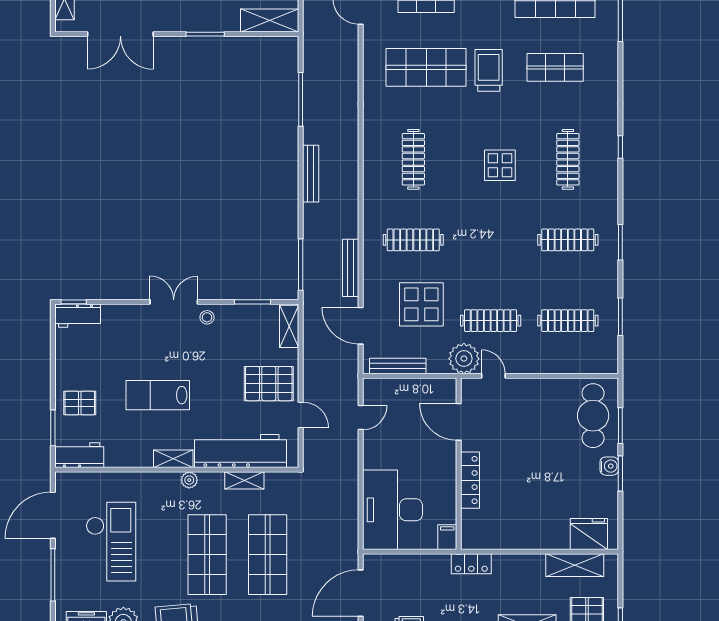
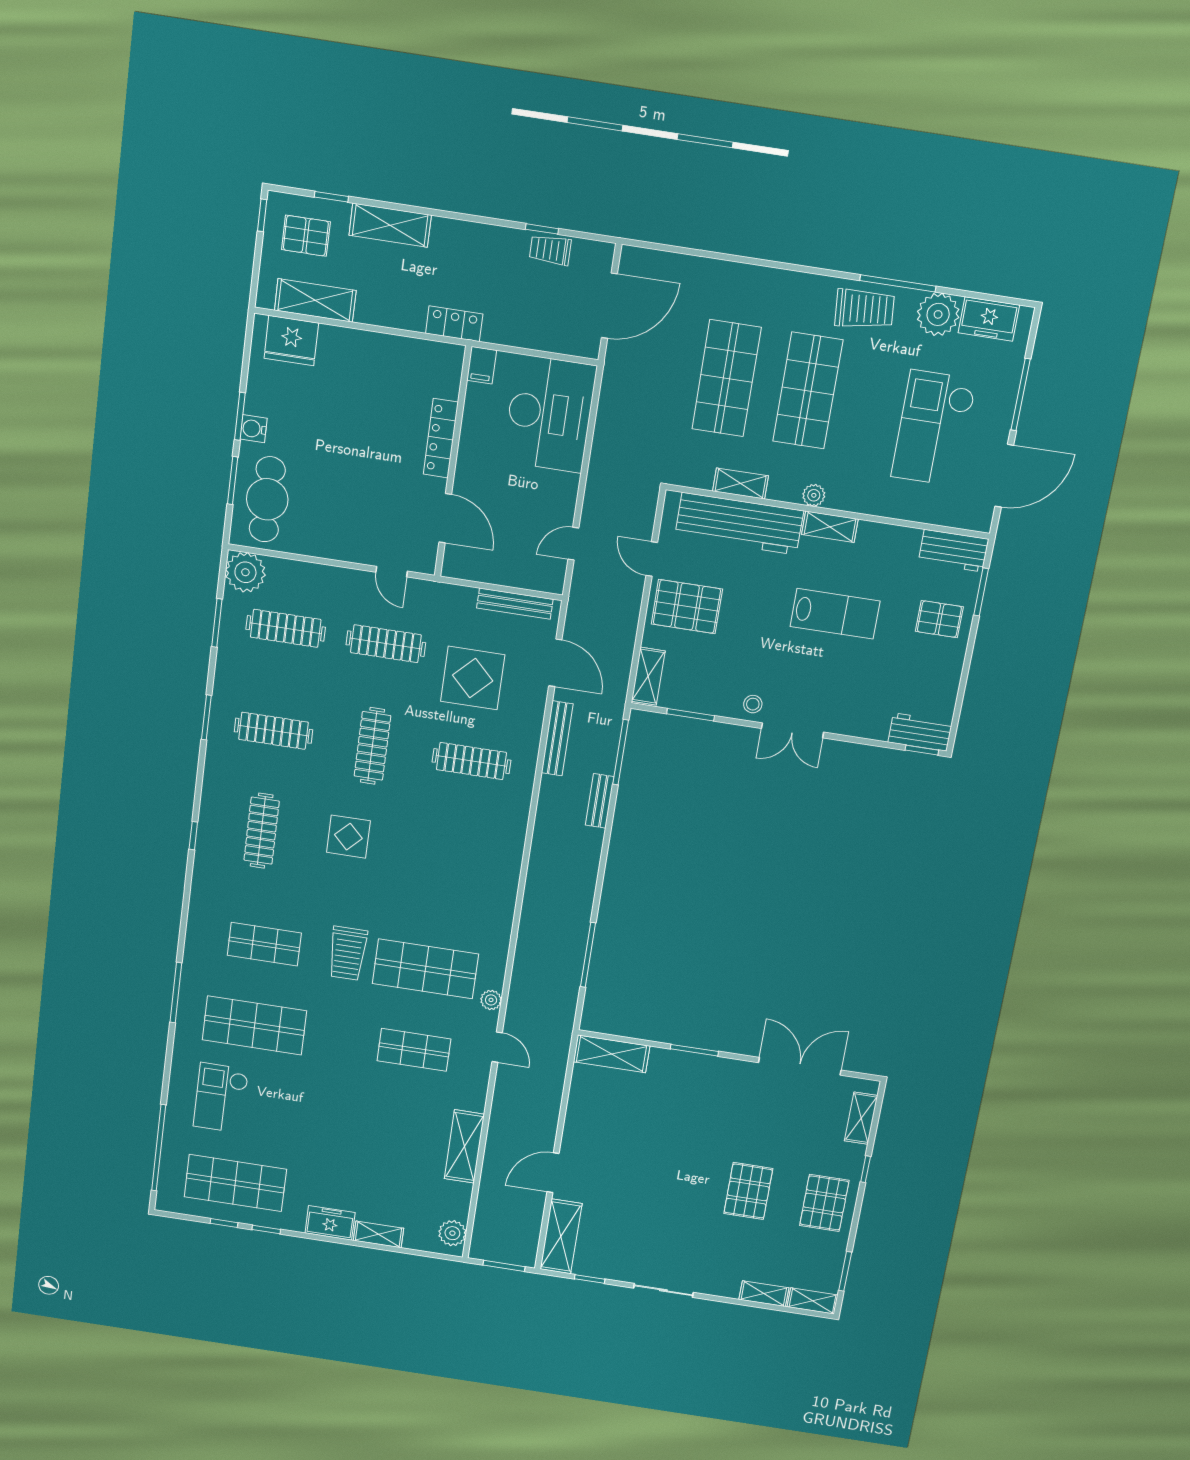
plant: (371, 50) -> (491, 1000), added
clothes rail: (413, 159) -> (372, 746), moved
bench: (311, 174) -> (600, 801), moved, width x0.73
plant: (464, 359) -> (245, 572), moved

